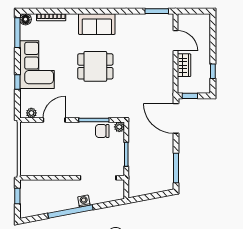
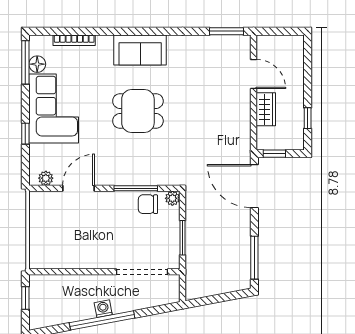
floor lamp: (26, 19) -> (37, 64), moved
washing machine: (84, 201) -> (103, 309), moved

